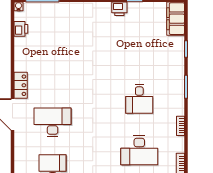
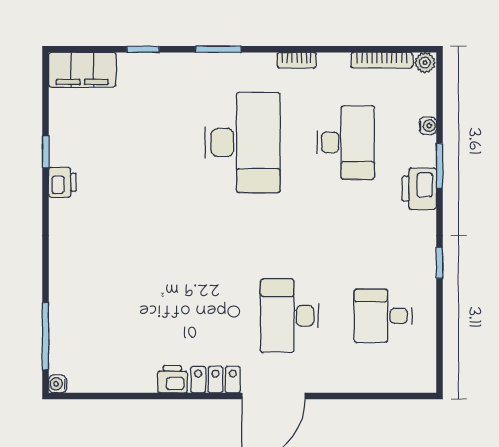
printer: (21, 29) -> (172, 379), moved
desk: (139, 99) -> (243, 142), width x1.87, depth x1.30

